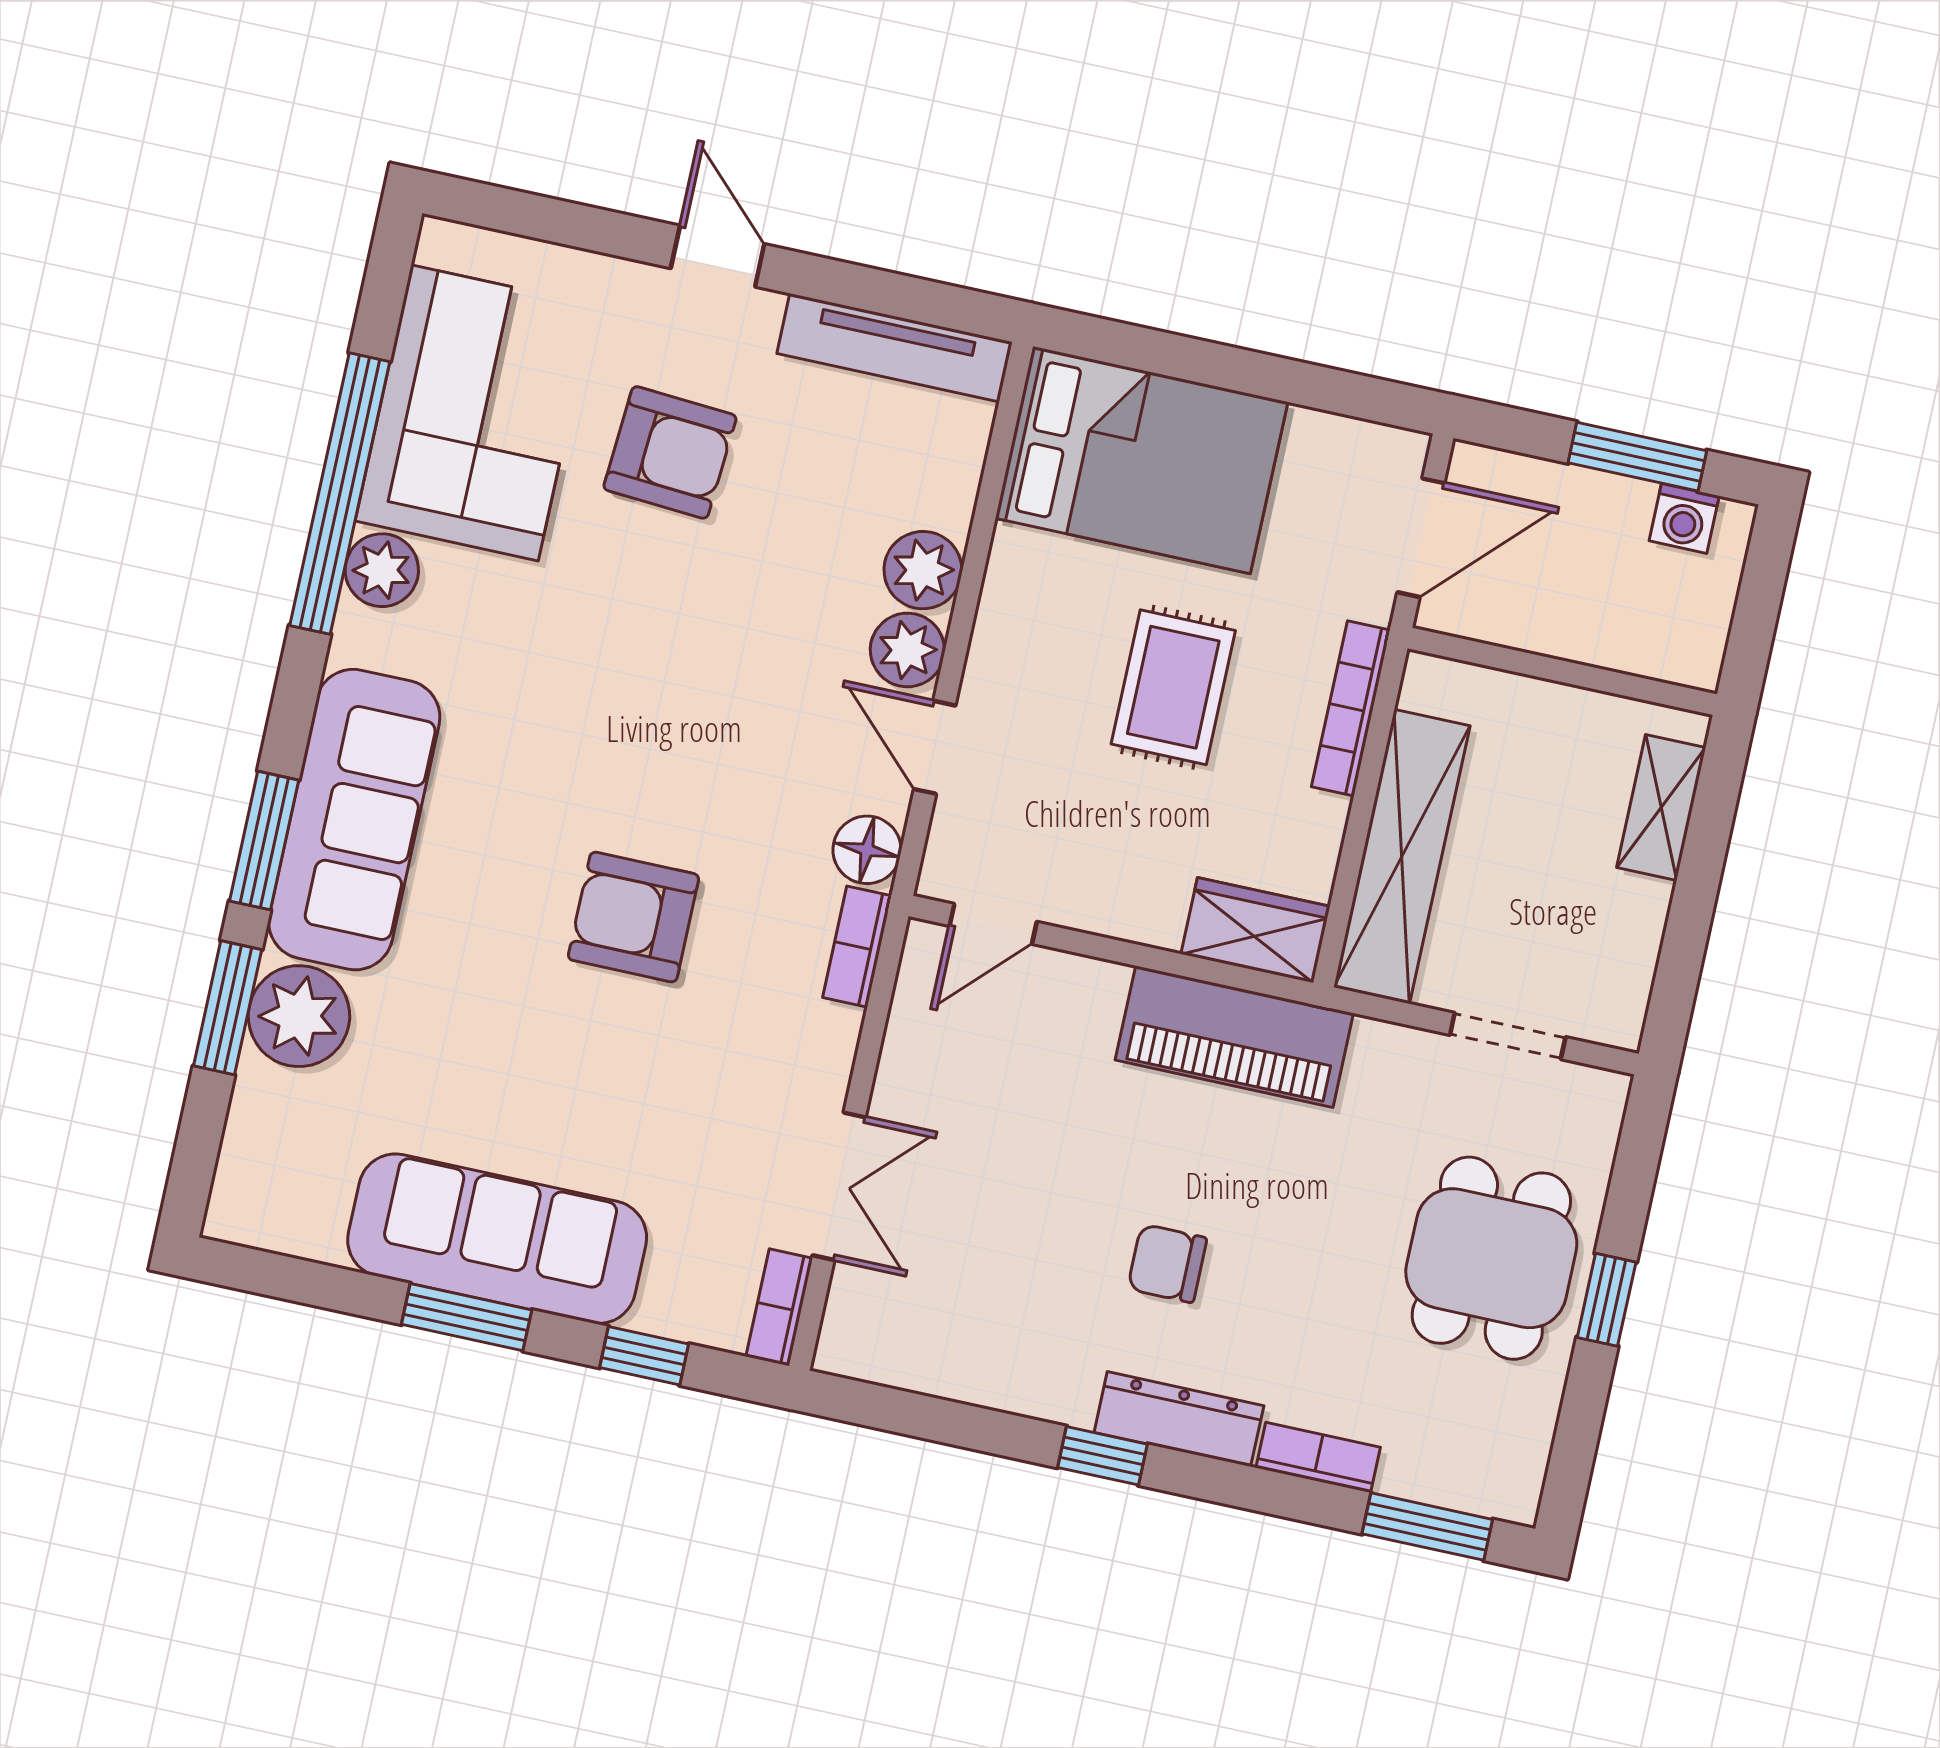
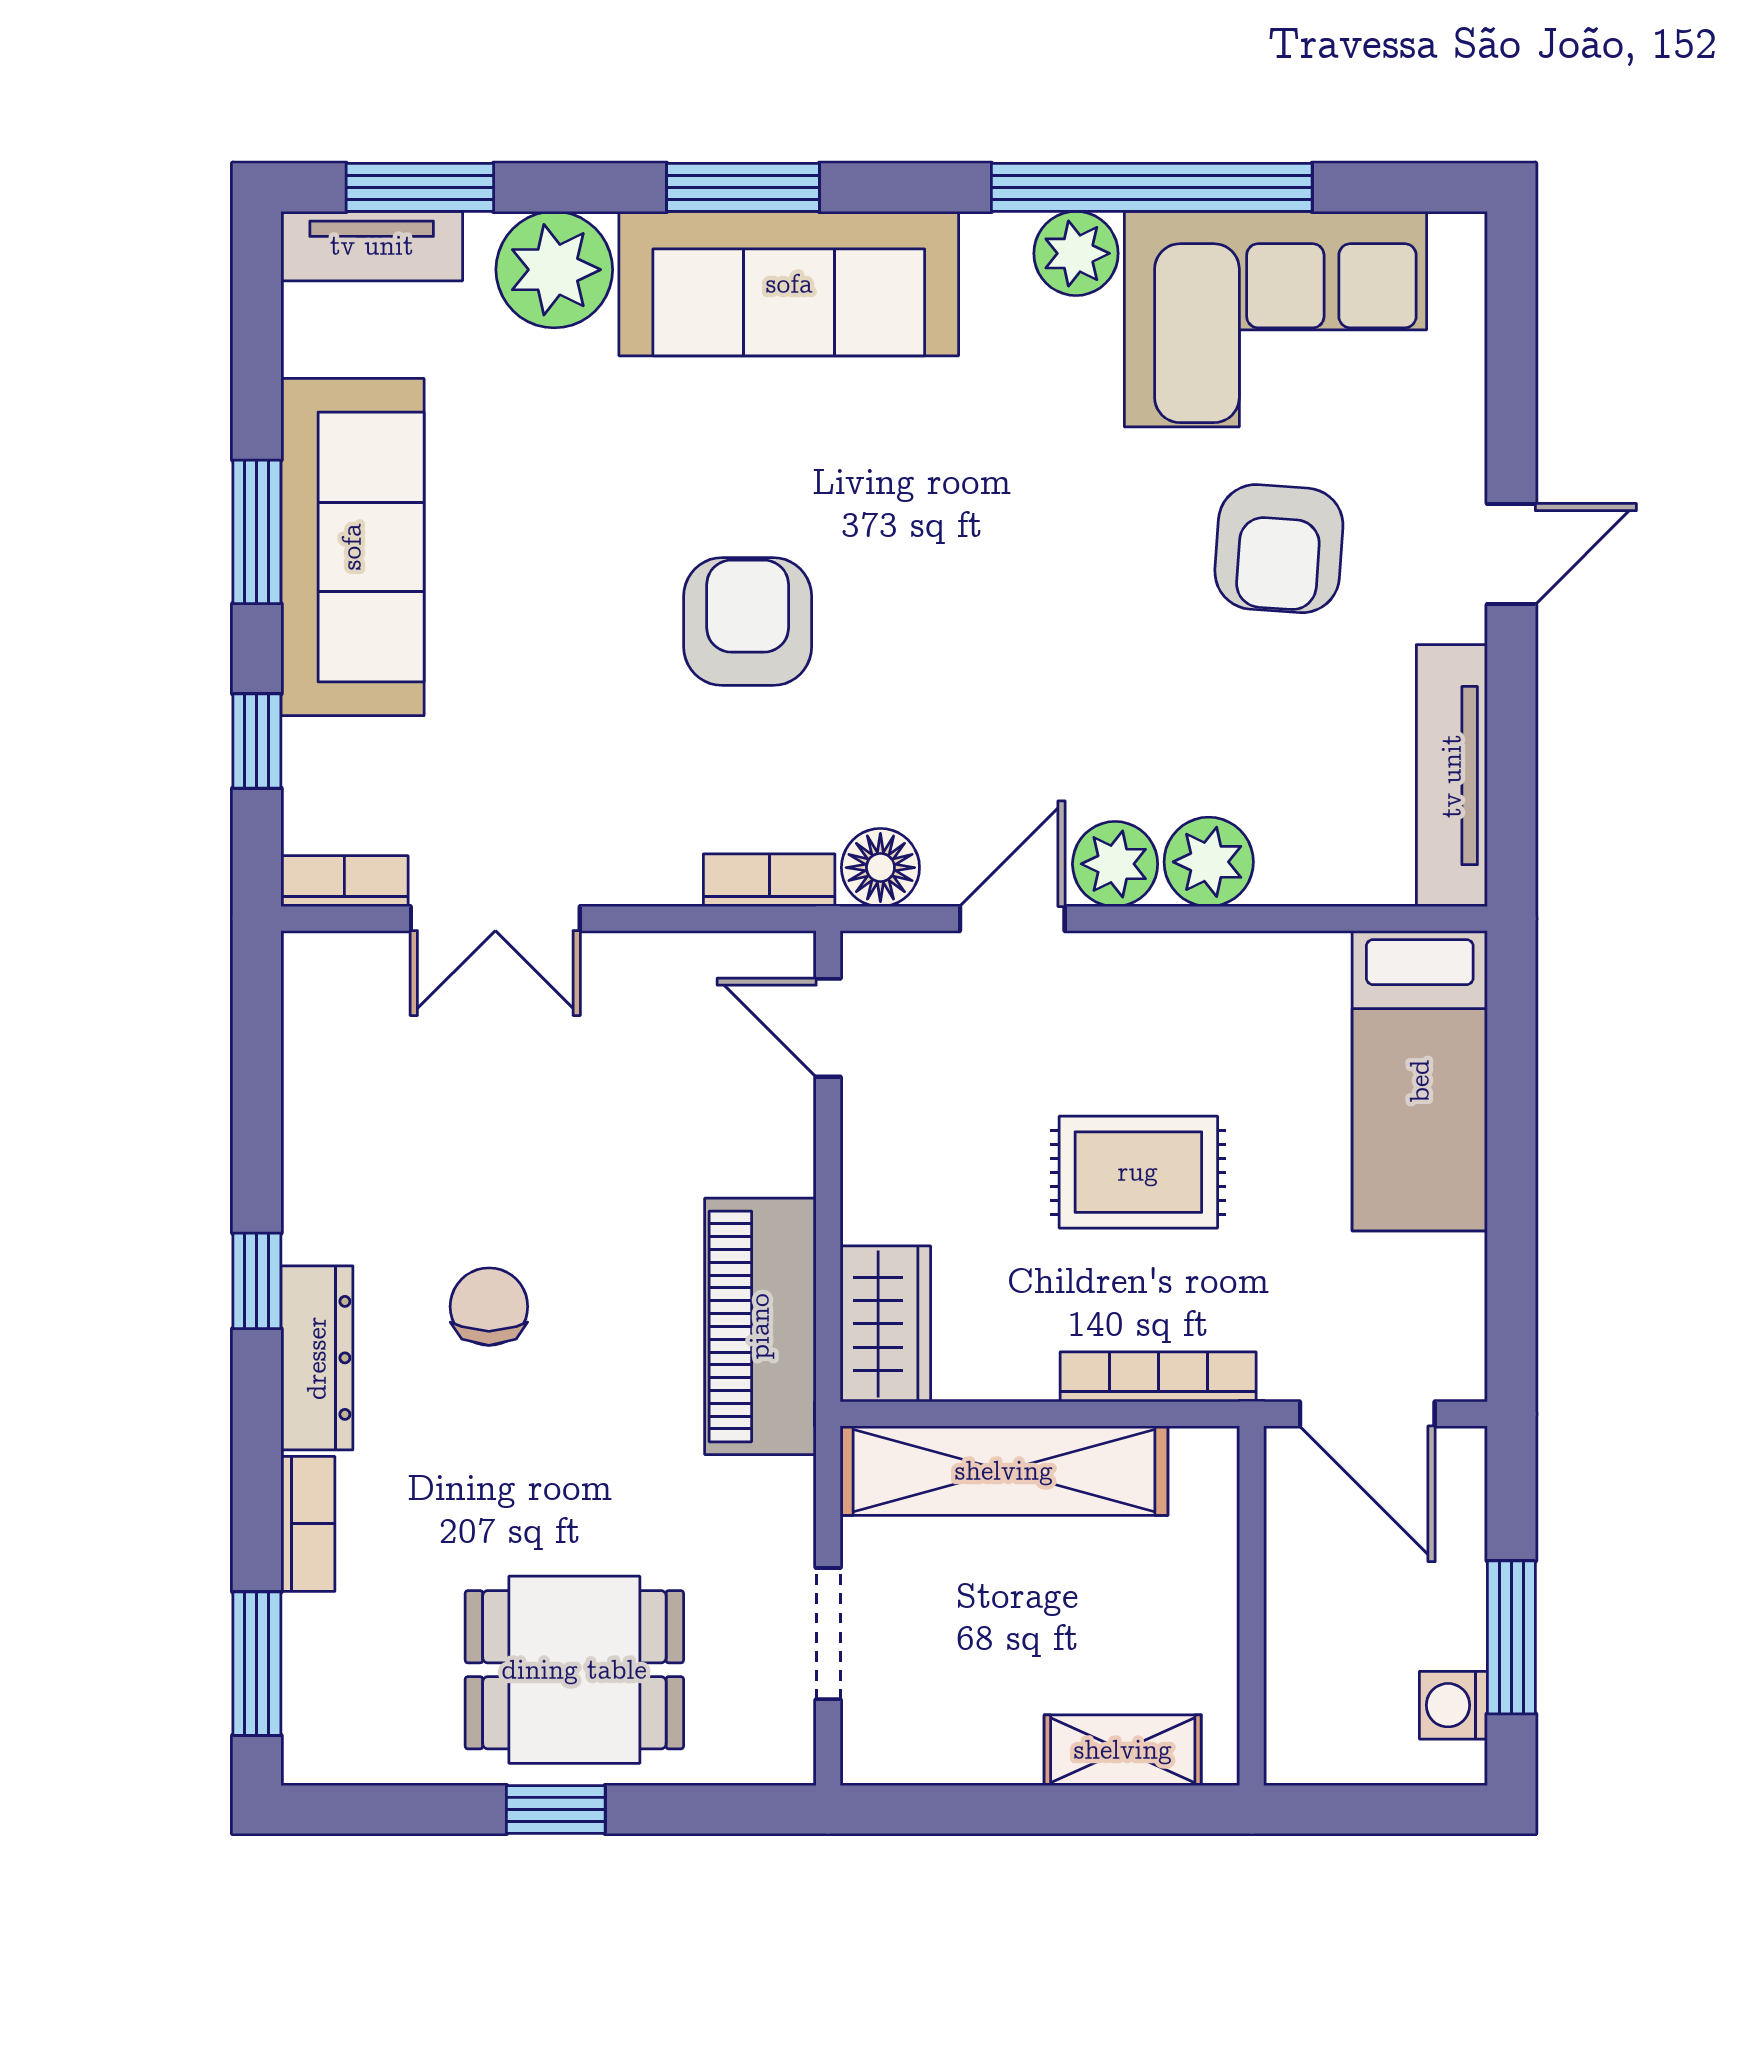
bed: (1142, 460) -> (1420, 1081), width x0.67
window: (228, 1008) -> (420, 187), moved
tv unit: (245, 1167) -> (372, 246), added

